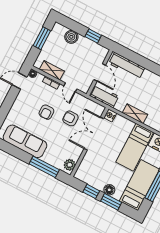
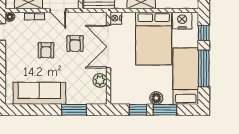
armchair: (70, 118) -> (75, 44), turned -90
bed: (135, 147) -> (154, 39), width x1.50
plant: (70, 165) -> (100, 80), moved
window: (44, 167) -> (74, 110), width x0.69

